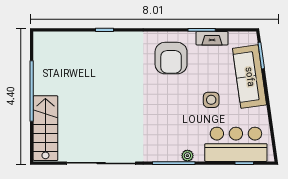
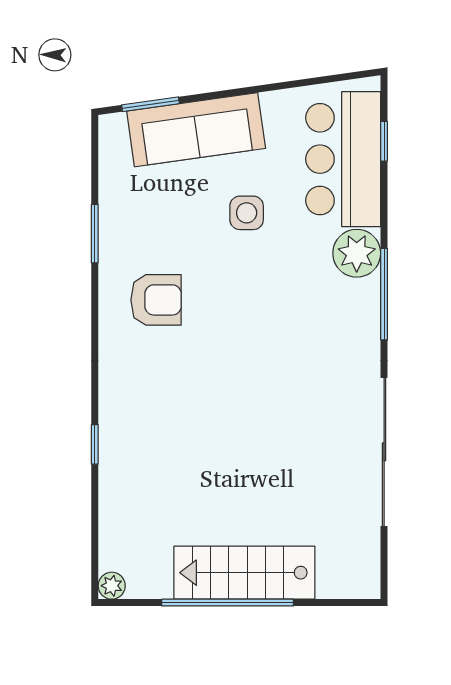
plant: (39, 38) -> (112, 586), added
fireplace: (212, 38) -> (113, 211), removed
armchair: (171, 58) -> (156, 300), width x0.73, depth x0.73
stairs: (45, 128) -> (244, 573), moved
plant: (187, 156) -> (357, 253), width x1.88, depth x1.88

